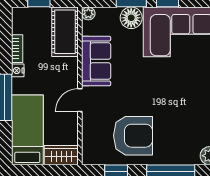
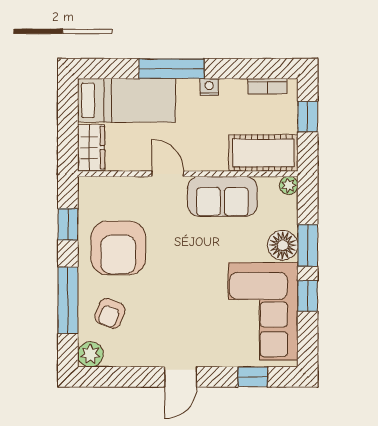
bookcase: (17, 49) -> (267, 86), moved
armchair: (180, 142) -> (110, 313), added

